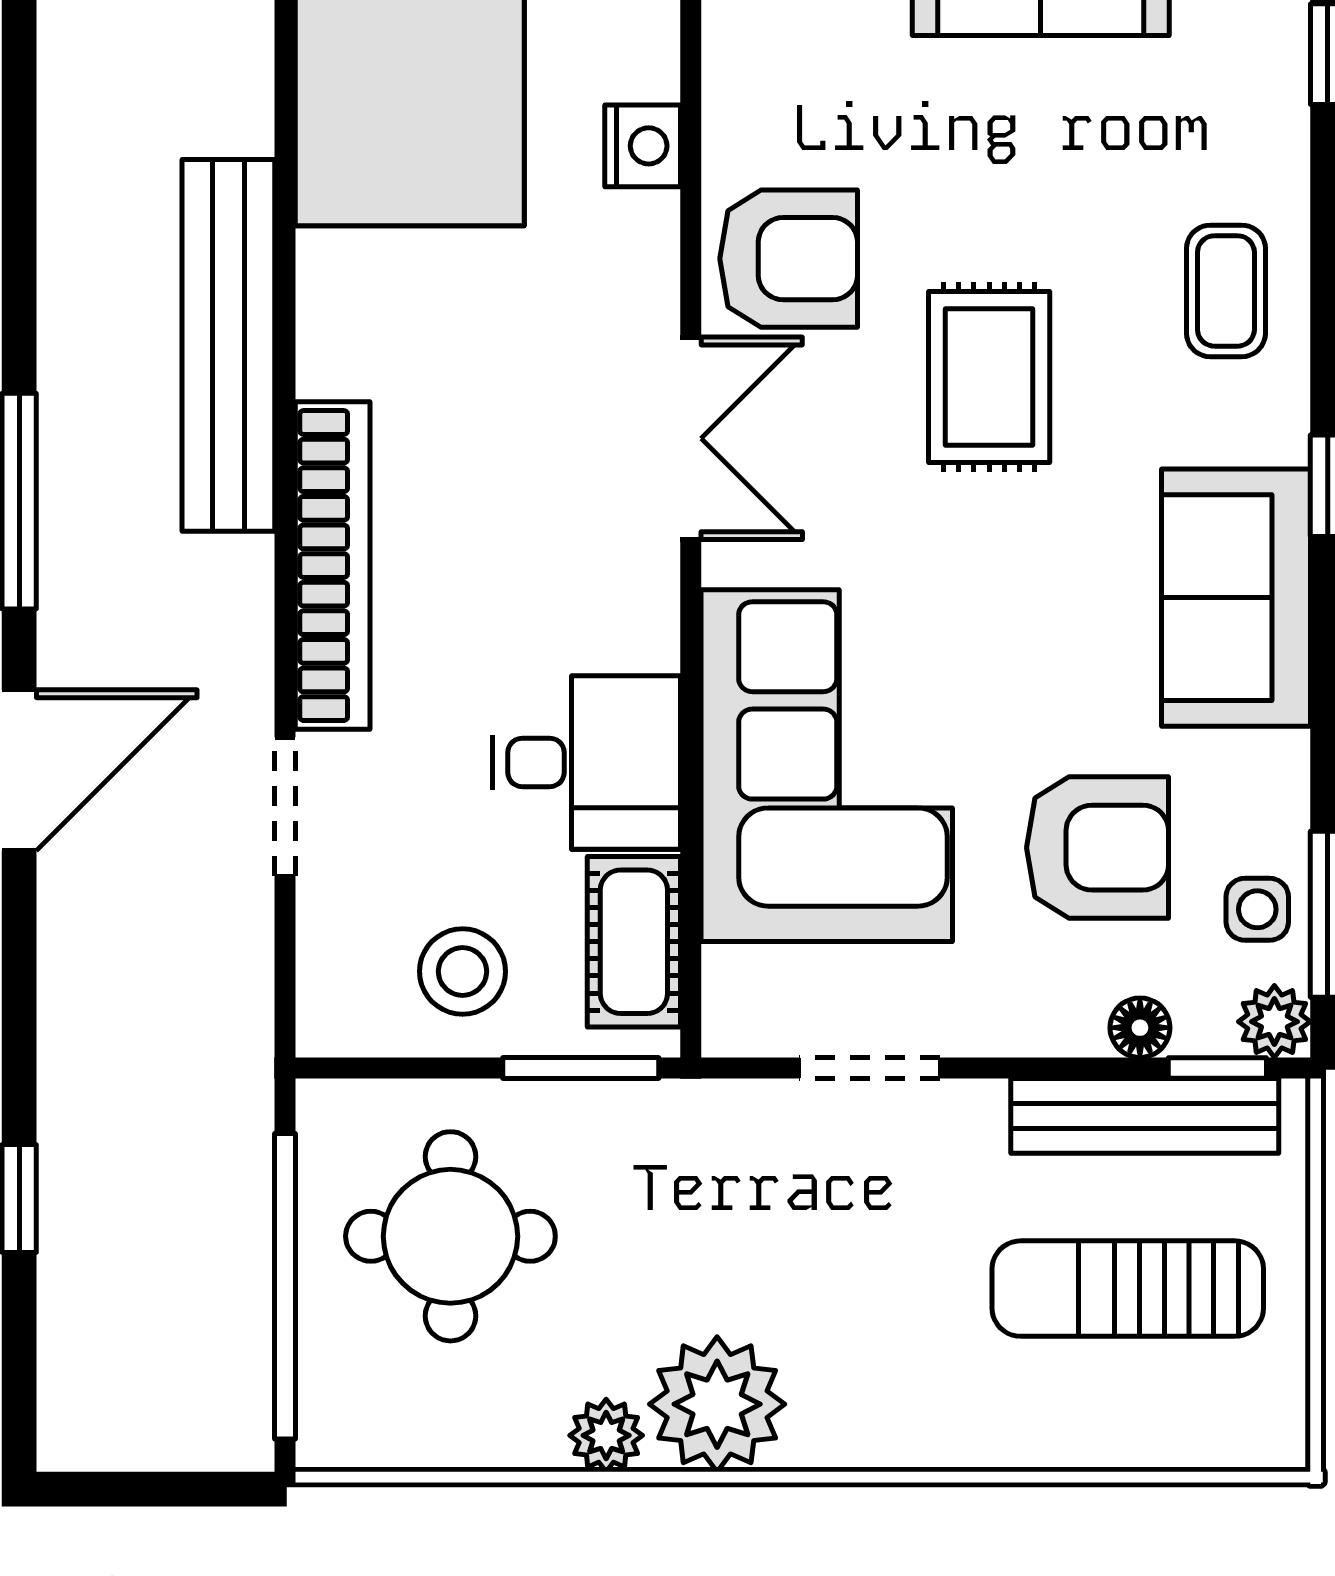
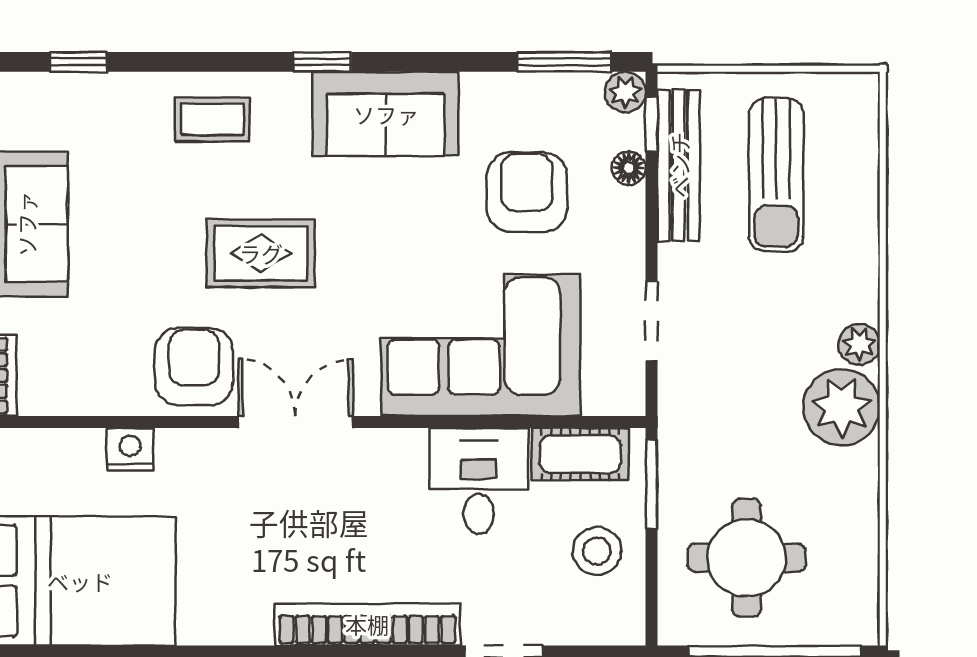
side table: (1257, 909) -> (562, 102), removed
plant: (606, 1435) -> (859, 344), moved

